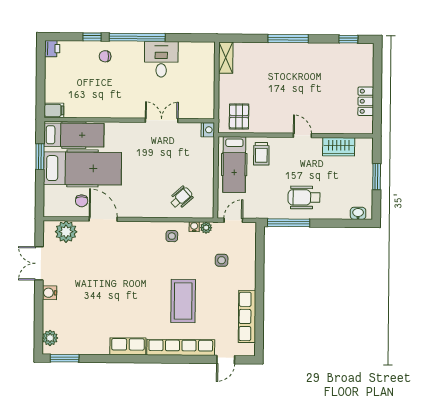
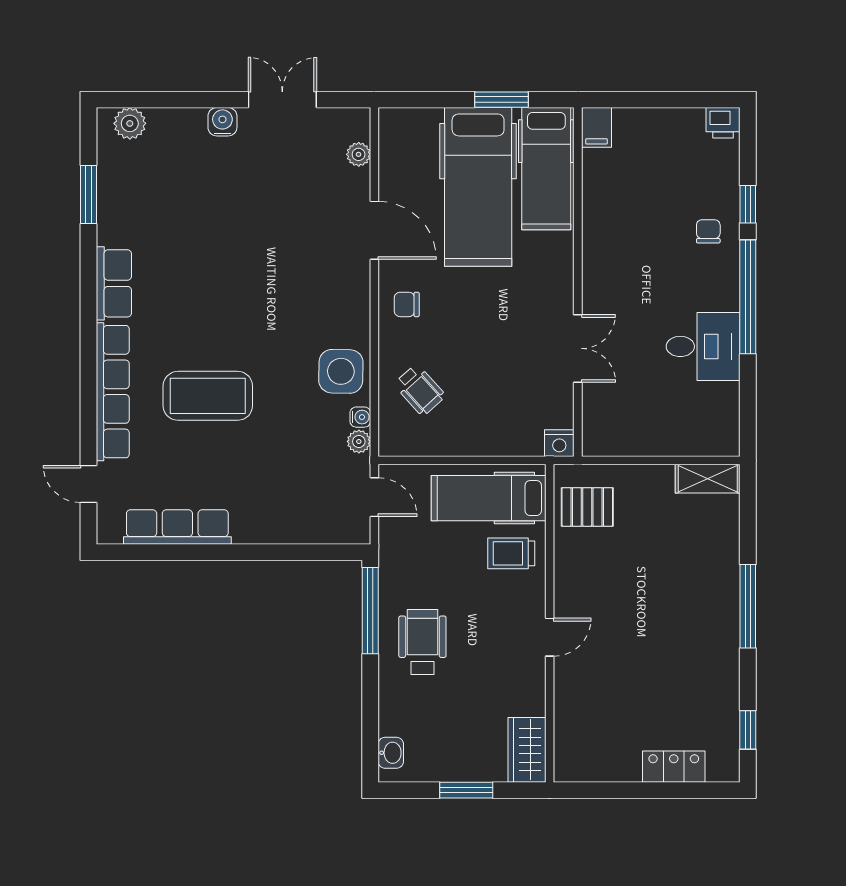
locker: (366, 101) -> (674, 767), moved
wardrobe: (339, 147) -> (527, 750), moved
chair: (82, 201) -> (407, 304), moved
door: (103, 219) -> (374, 230), hinge flipped
plant: (66, 232) -> (359, 154), width x0.53, depth x0.53
side table: (172, 236) -> (341, 371), width x1.87, depth x1.87
side table: (222, 260) -> (292, 474), removed
window: (65, 358) -> (89, 194), moved

